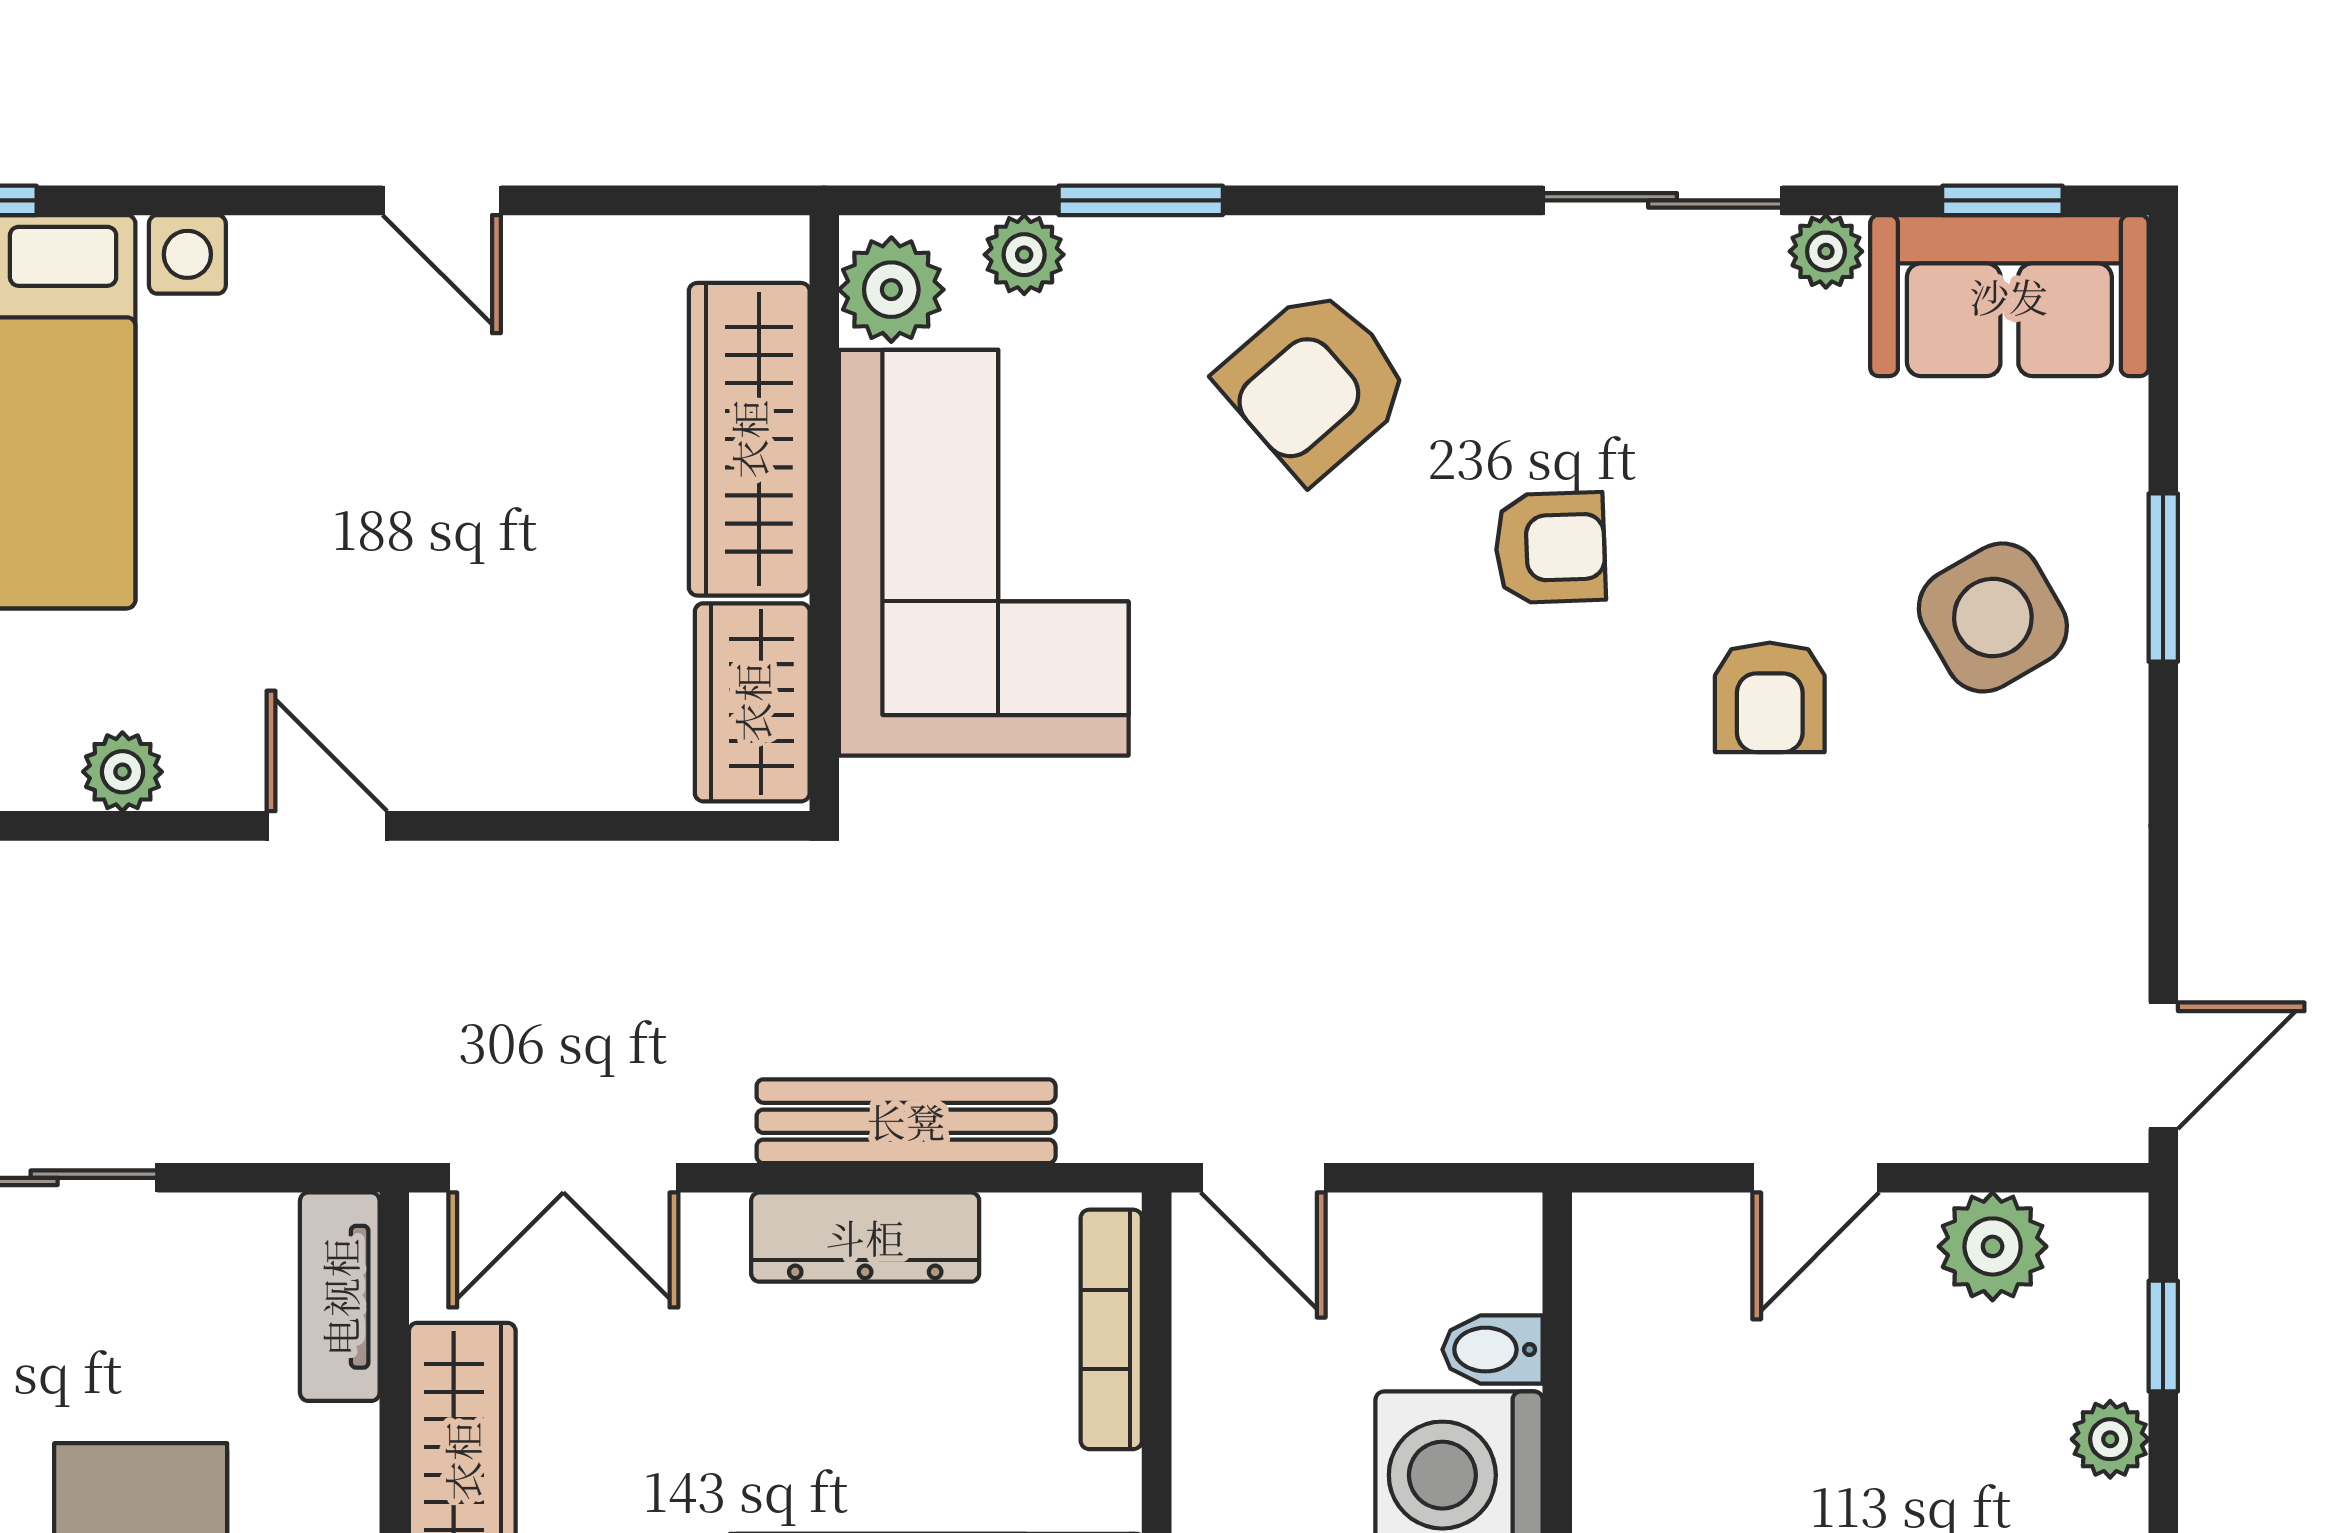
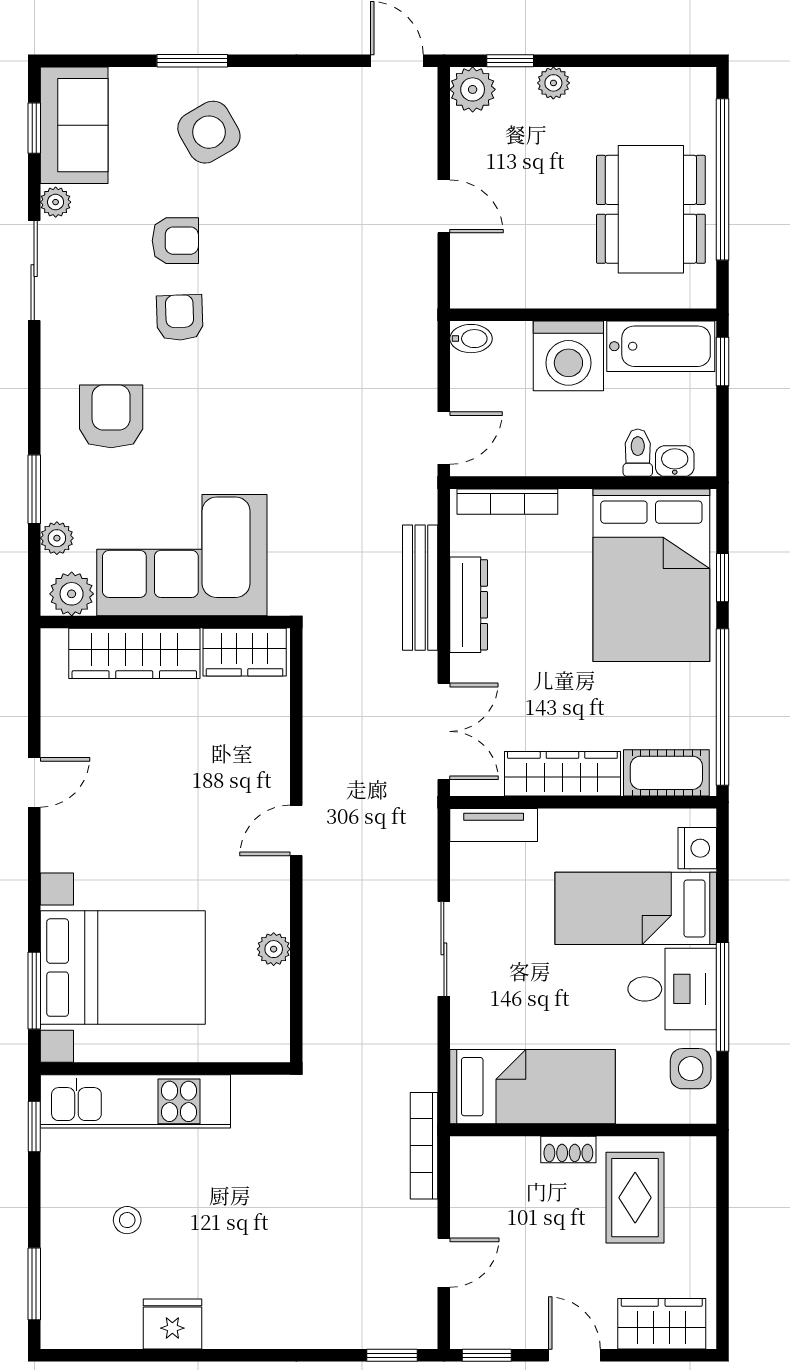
armchair: (1315, 384) -> (111, 416), turned -139
armchair: (1770, 697) -> (175, 241), moved
plant: (122, 772) -> (274, 949), moved
plant: (1993, 1246) -> (473, 89), moved
bidet: (1492, 1350) -> (471, 339), moved, turned -90

